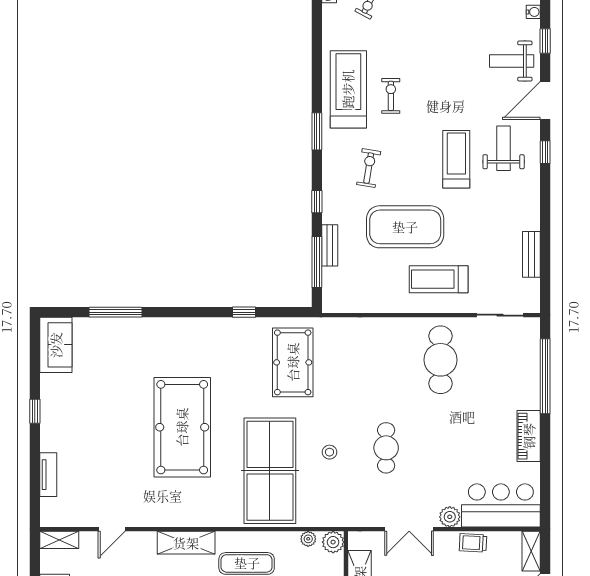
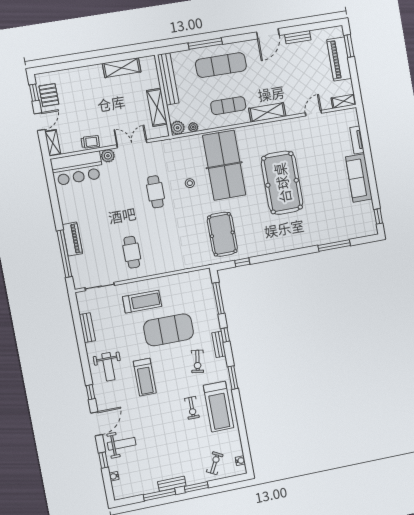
weight bench: (504, 148) -> (108, 367), moved
bench: (330, 245) -> (219, 344), moved
window: (244, 312) -> (242, 262), moved
sofa: (56, 345) -> (359, 178), moved, width x1.36
cafe table: (440, 360) -> (132, 252), width x0.73, depth x0.74
window: (35, 411) -> (378, 216), moved
piano: (529, 436) -> (72, 239), moved

